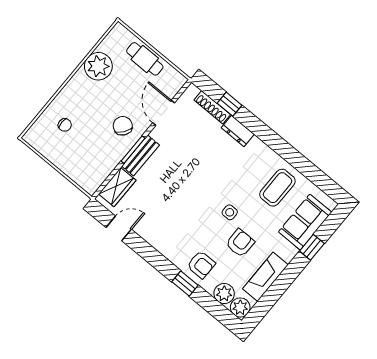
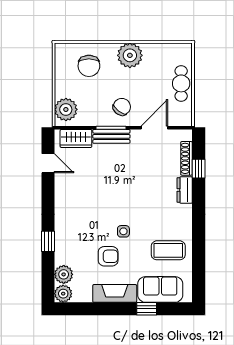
plant: (98, 66) -> (130, 55), moved
chair: (65, 125) -> (89, 66), width x1.87, depth x1.87
plant: (86, 175) -> (66, 109), added
armchair: (201, 265) -> (70, 242), removed
fireplace: (265, 277) -> (115, 293), moved

